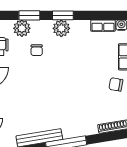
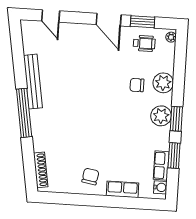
window: (29, 15) -> (174, 155), moved
plant: (22, 28) -> (163, 83), moved

